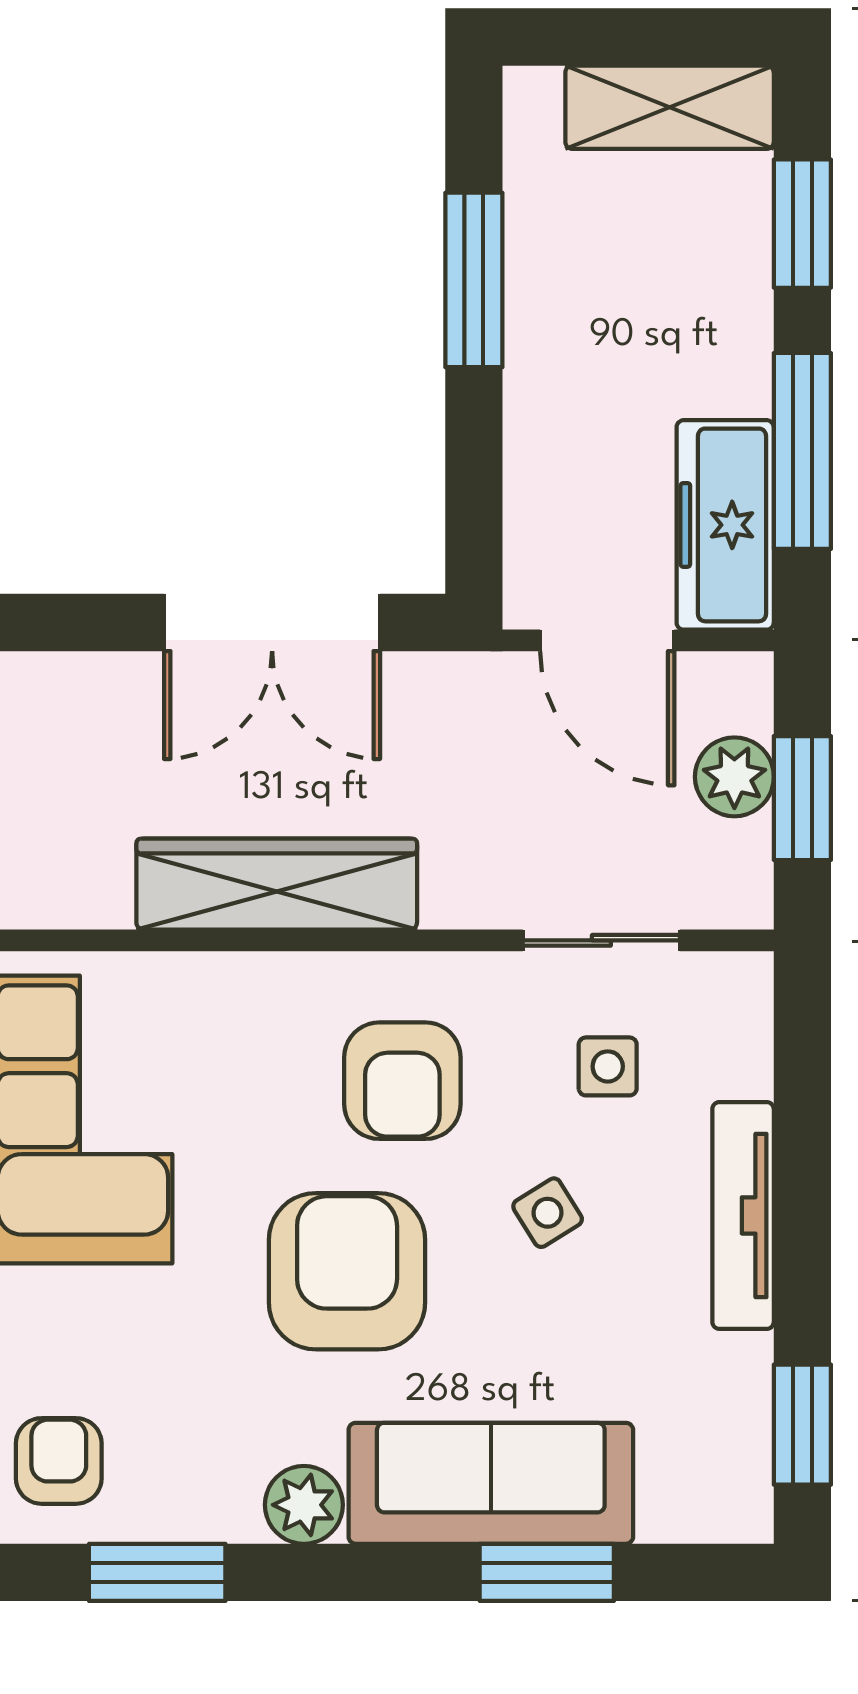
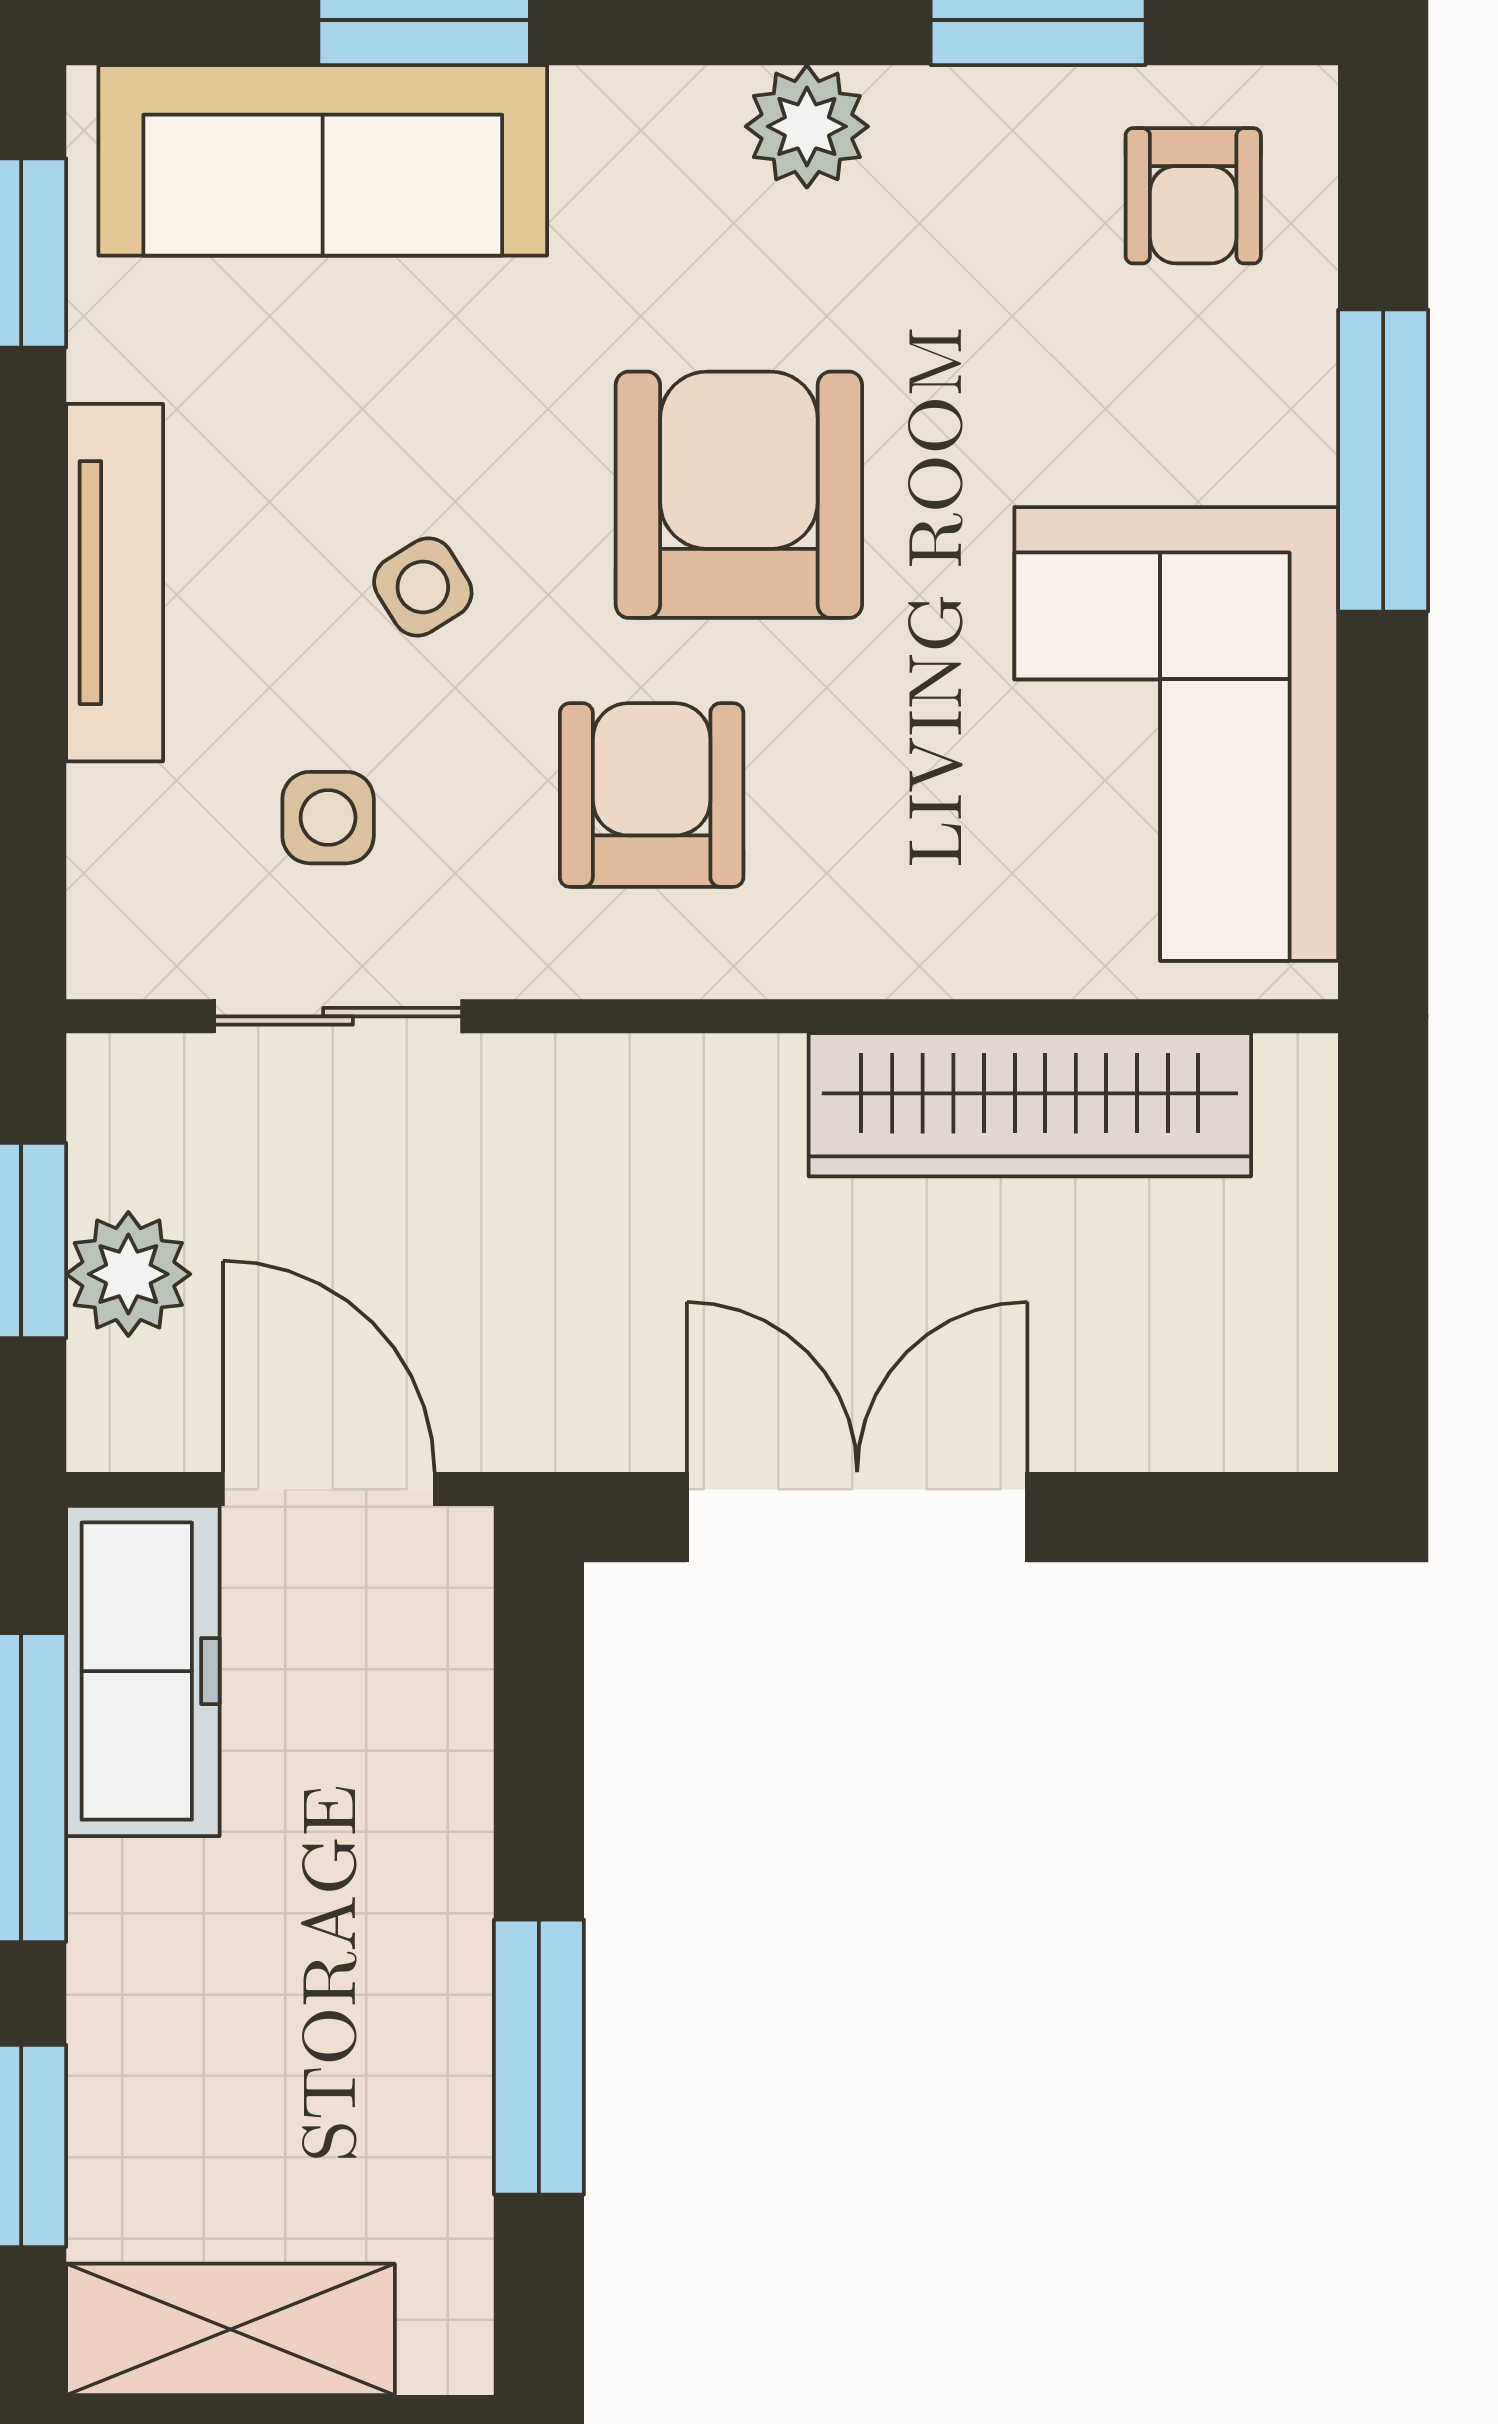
wardrobe: (277, 884) -> (1030, 1105), moved
armchair: (347, 1271) -> (739, 495), turned 180
sofa: (491, 1483) -> (323, 160), moved

